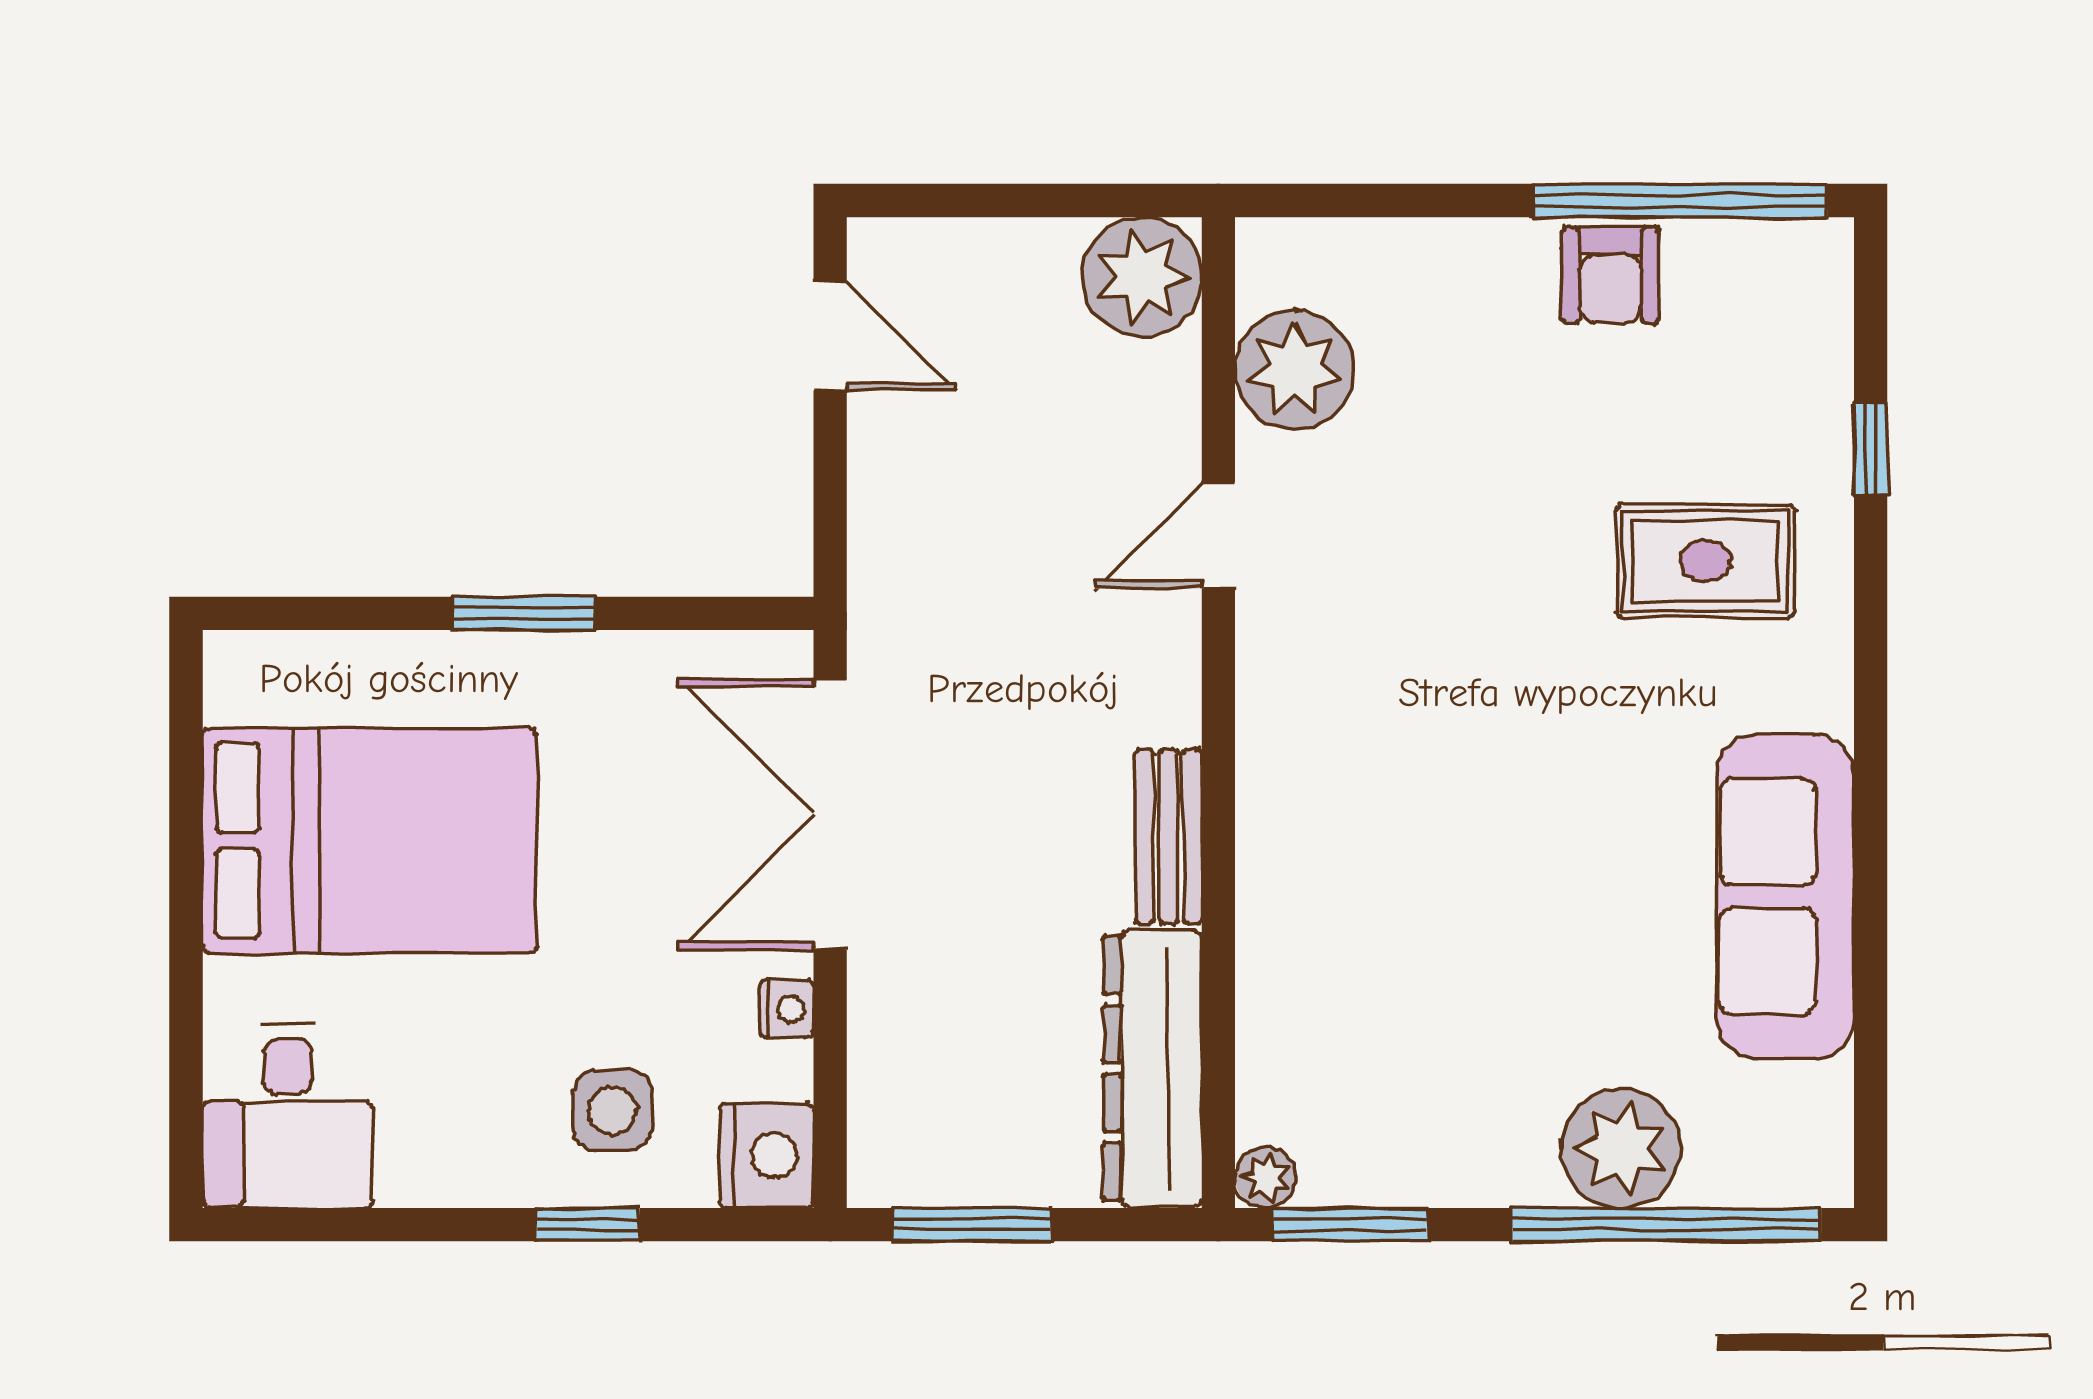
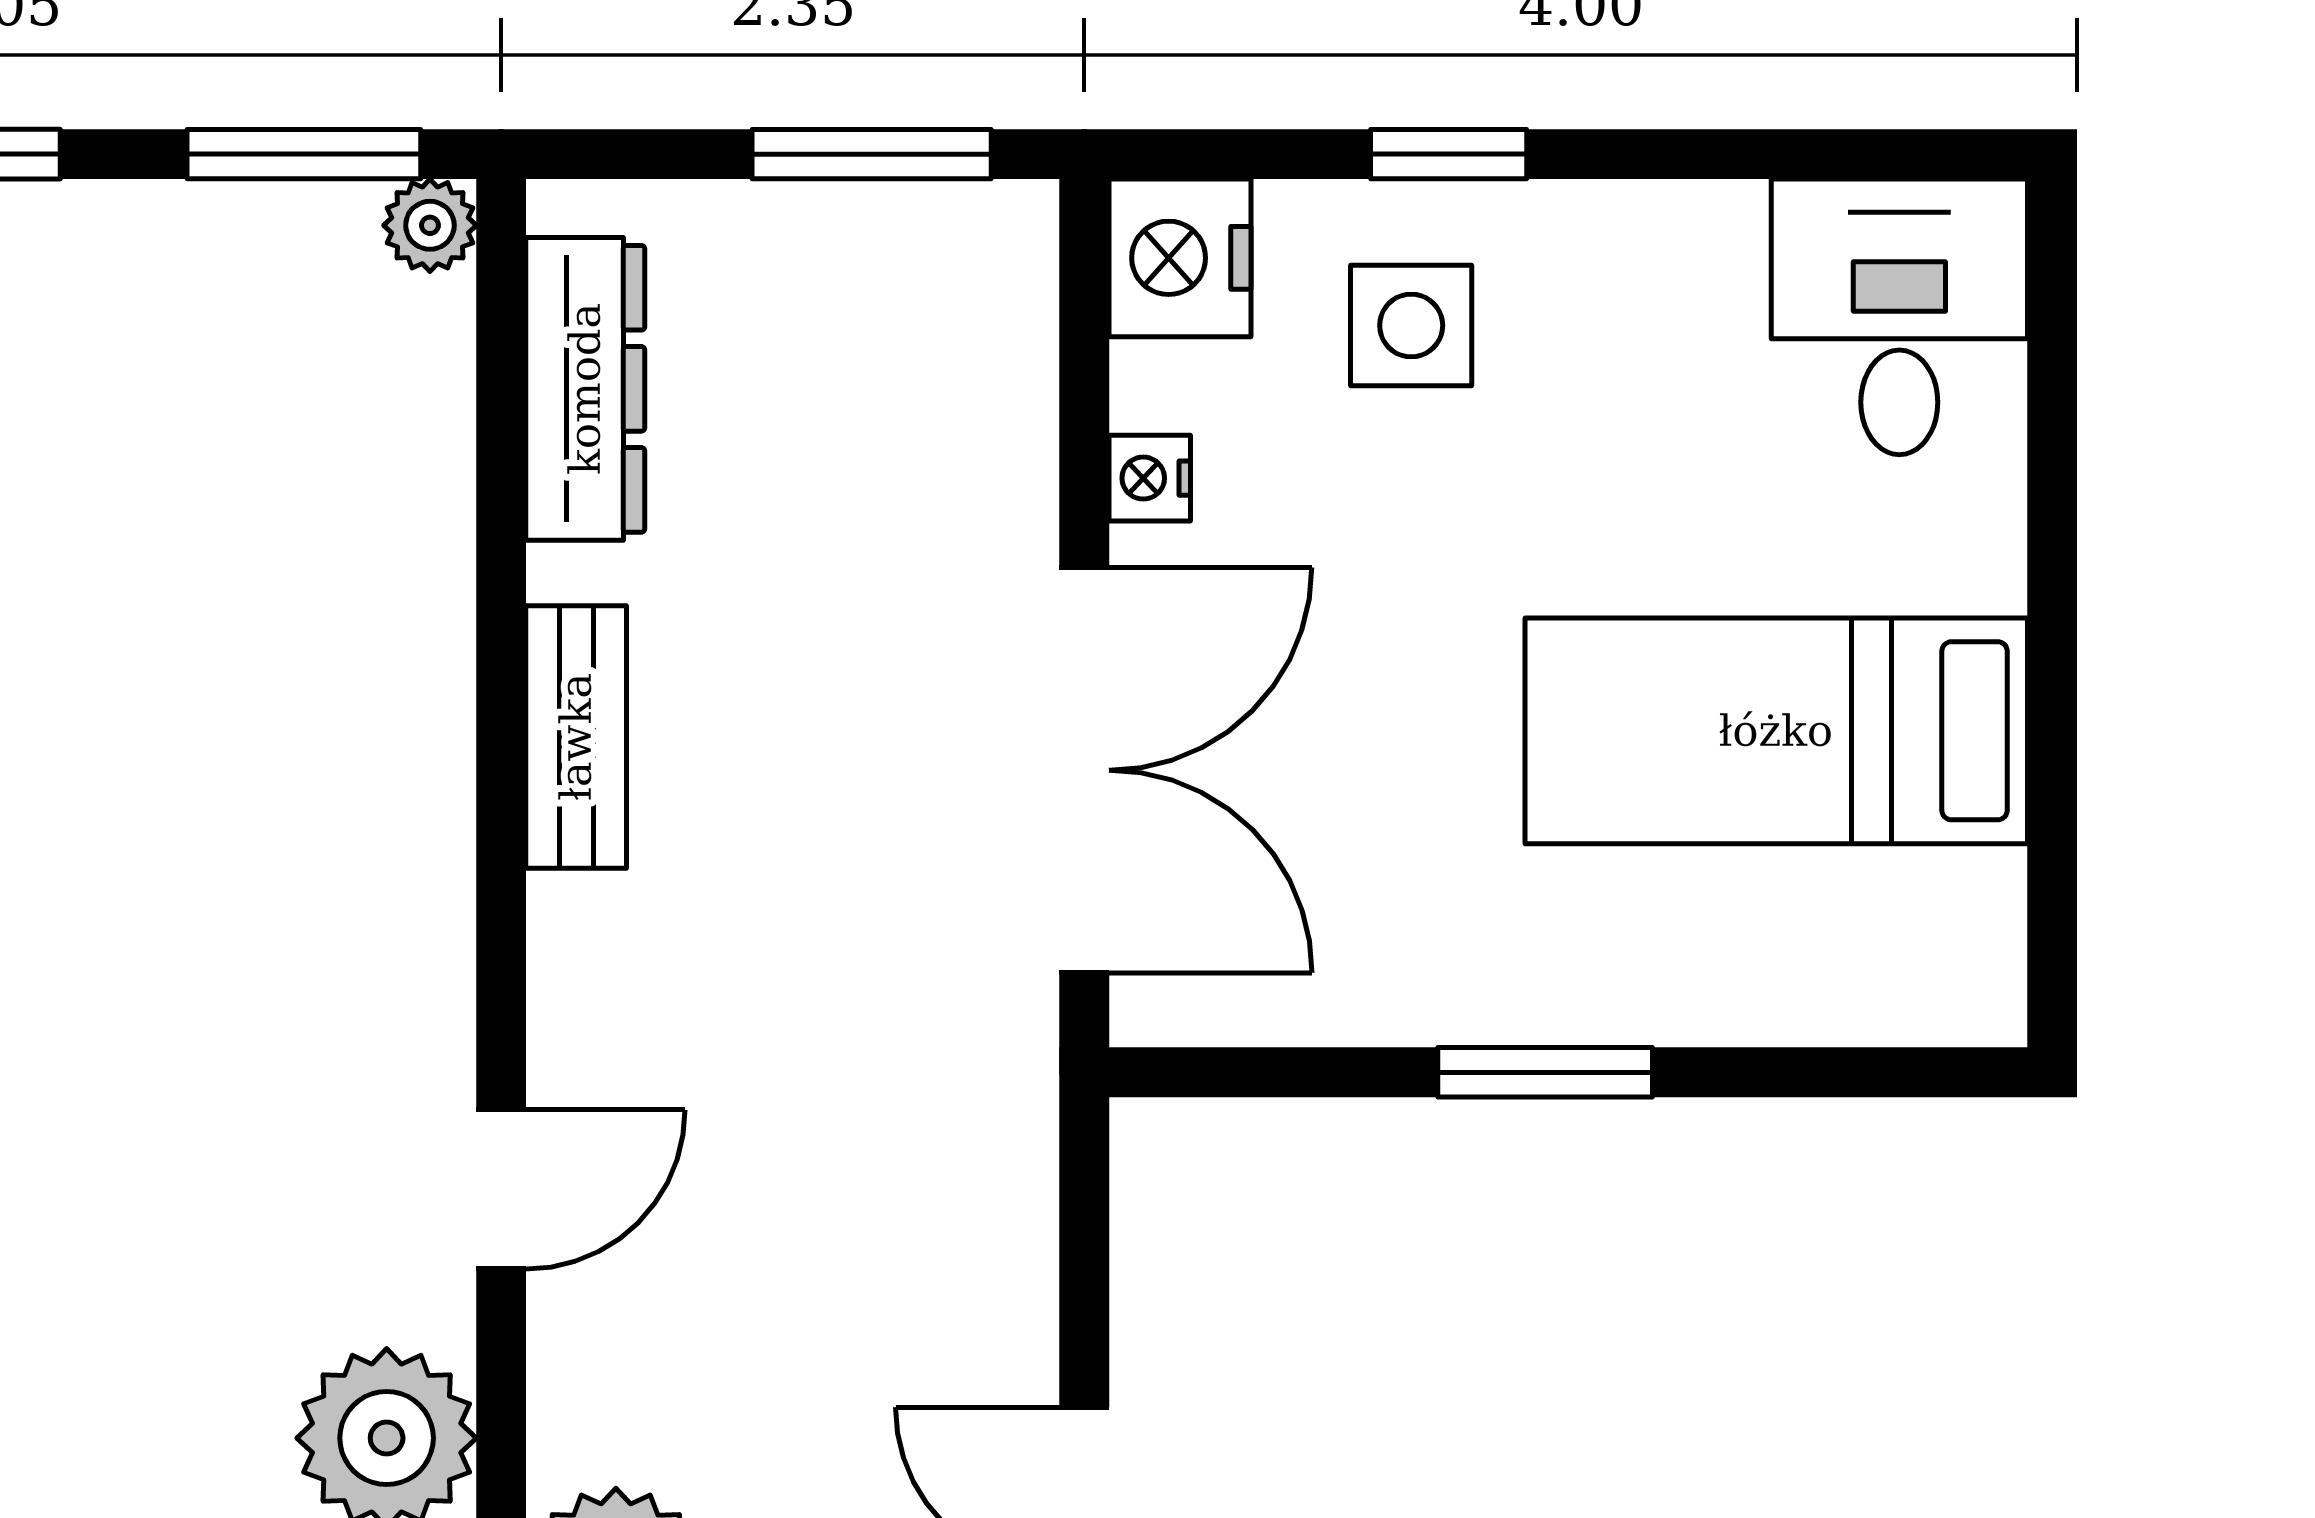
bed: (370, 841) -> (1776, 731), width x0.67
dresser: (1153, 1068) -> (585, 389), width x0.73, depth x0.80

